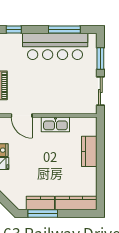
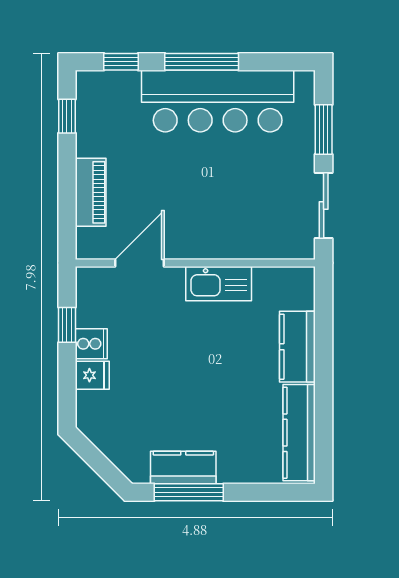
window: (64, 30) -> (202, 62), moved
door: (22, 116) -> (139, 263), swing flipped
kitchen counter: (76, 203) -> (299, 433), moved, turned -90

